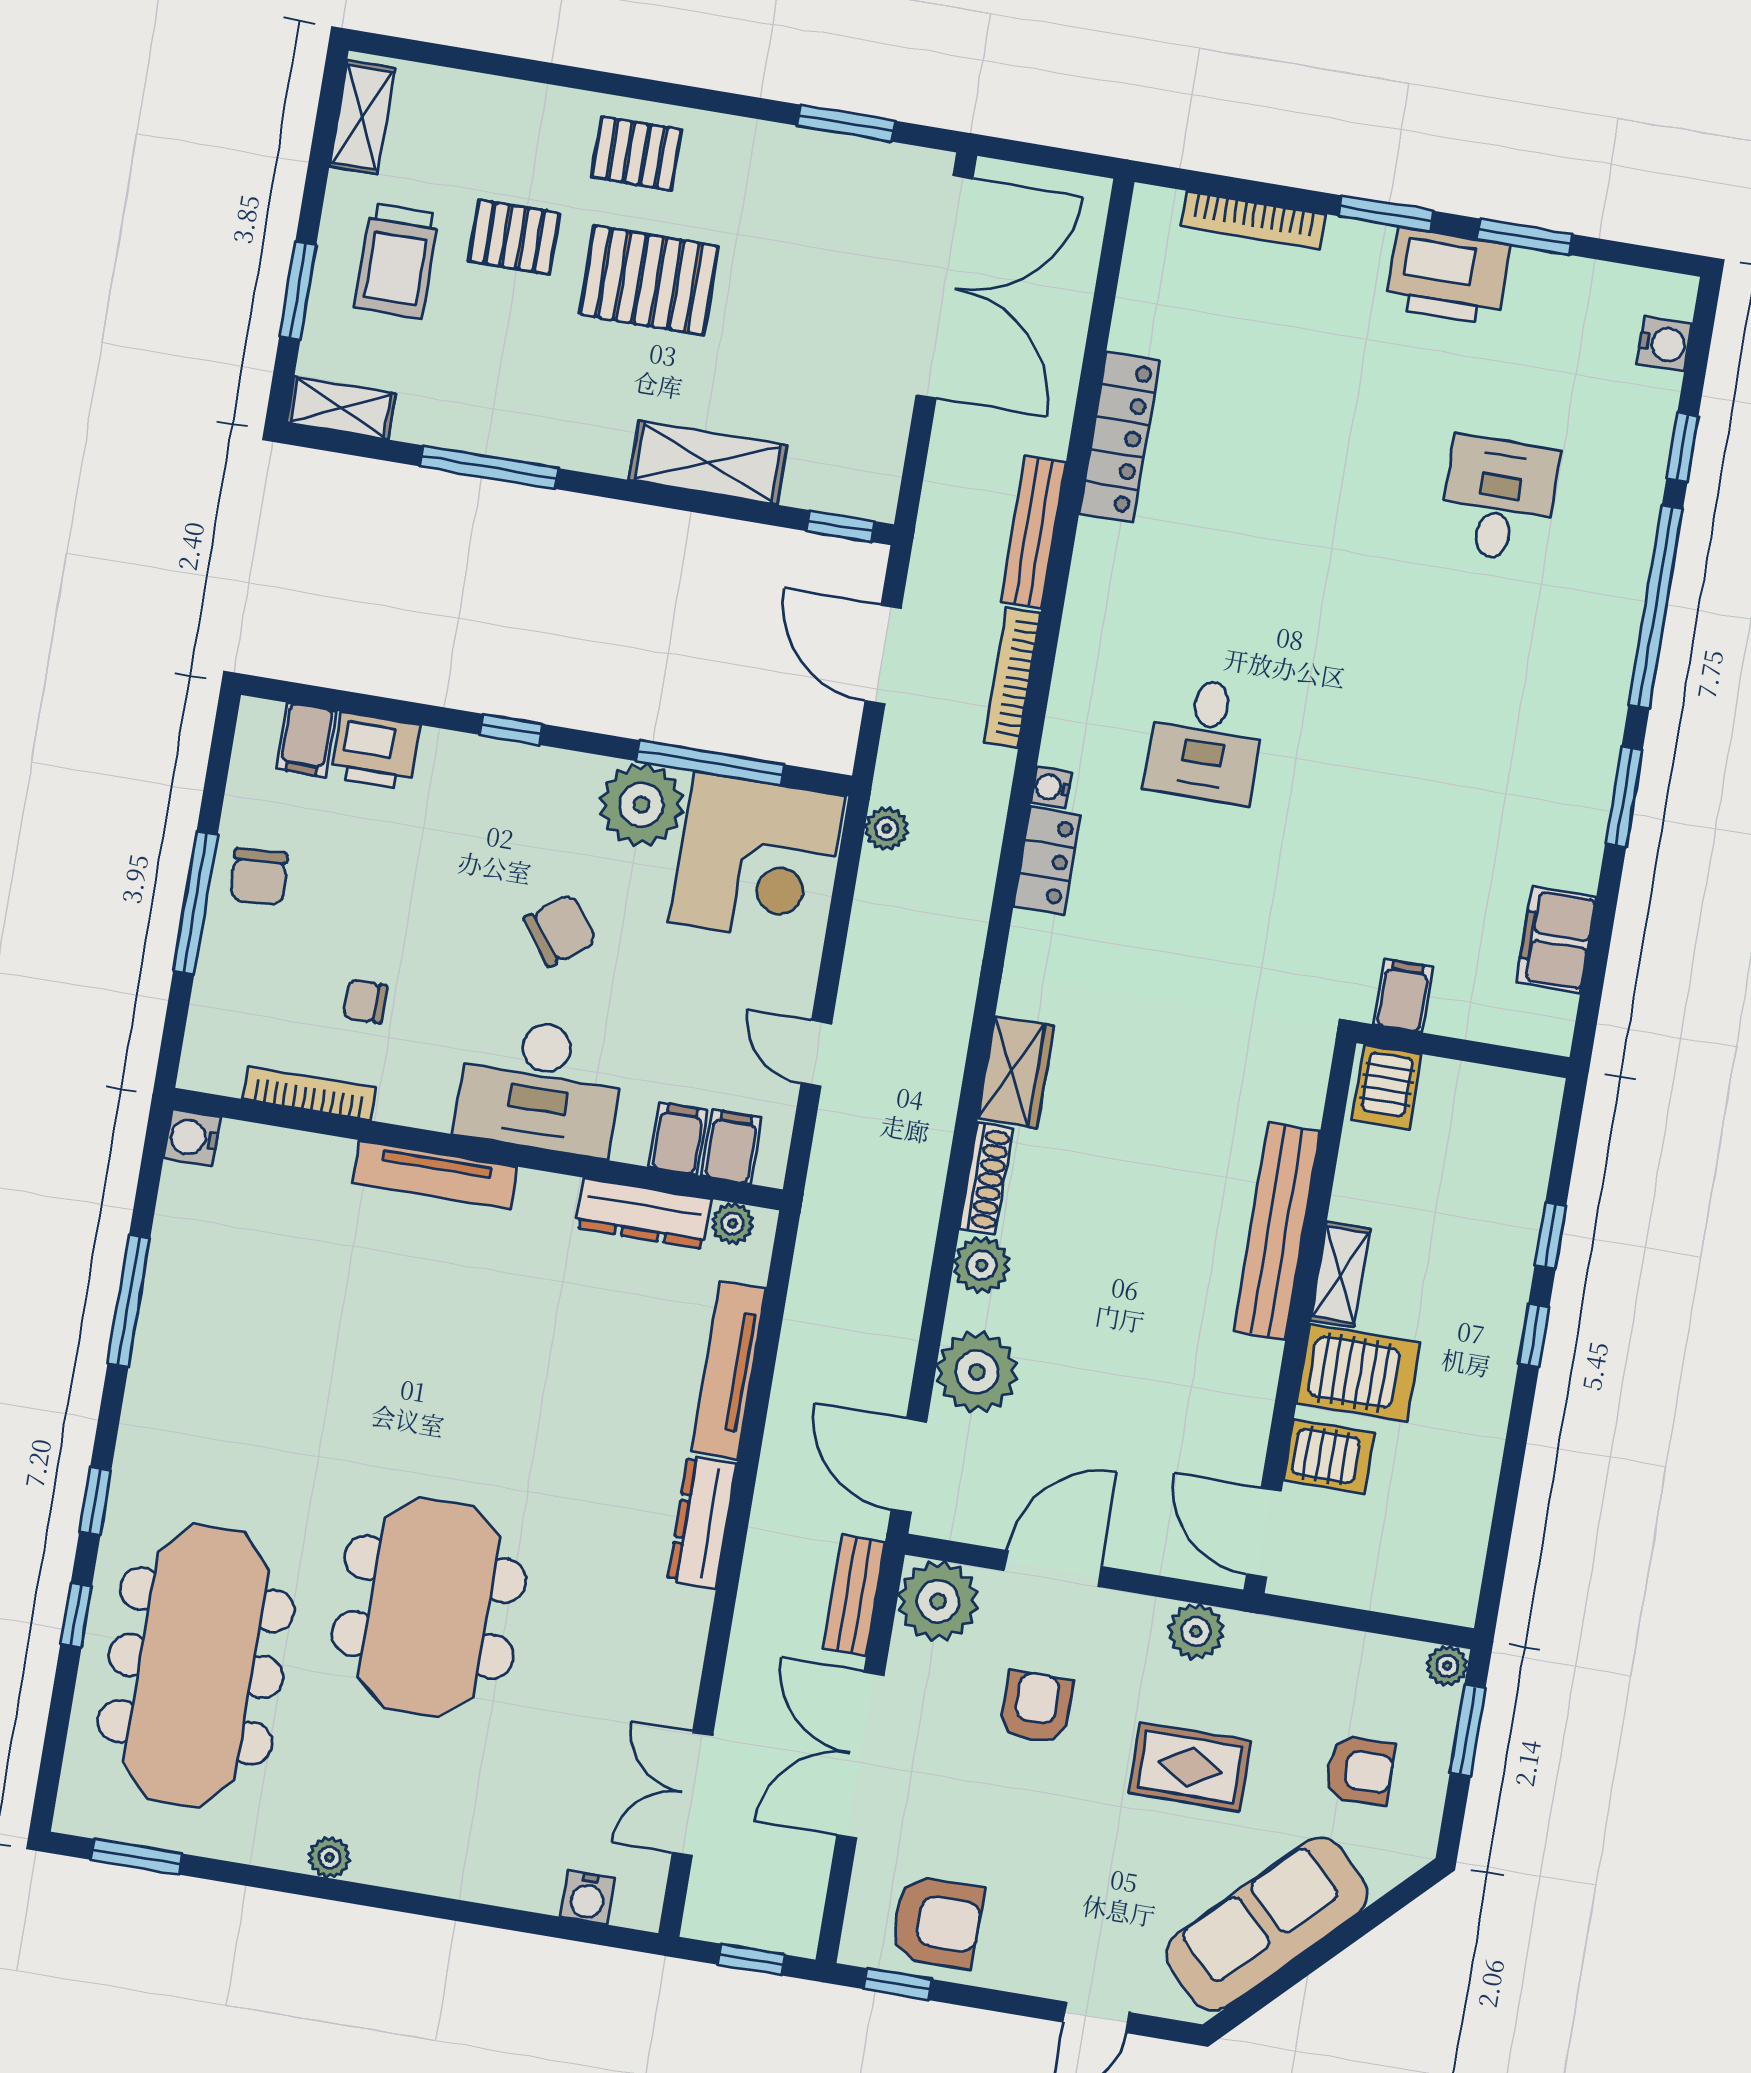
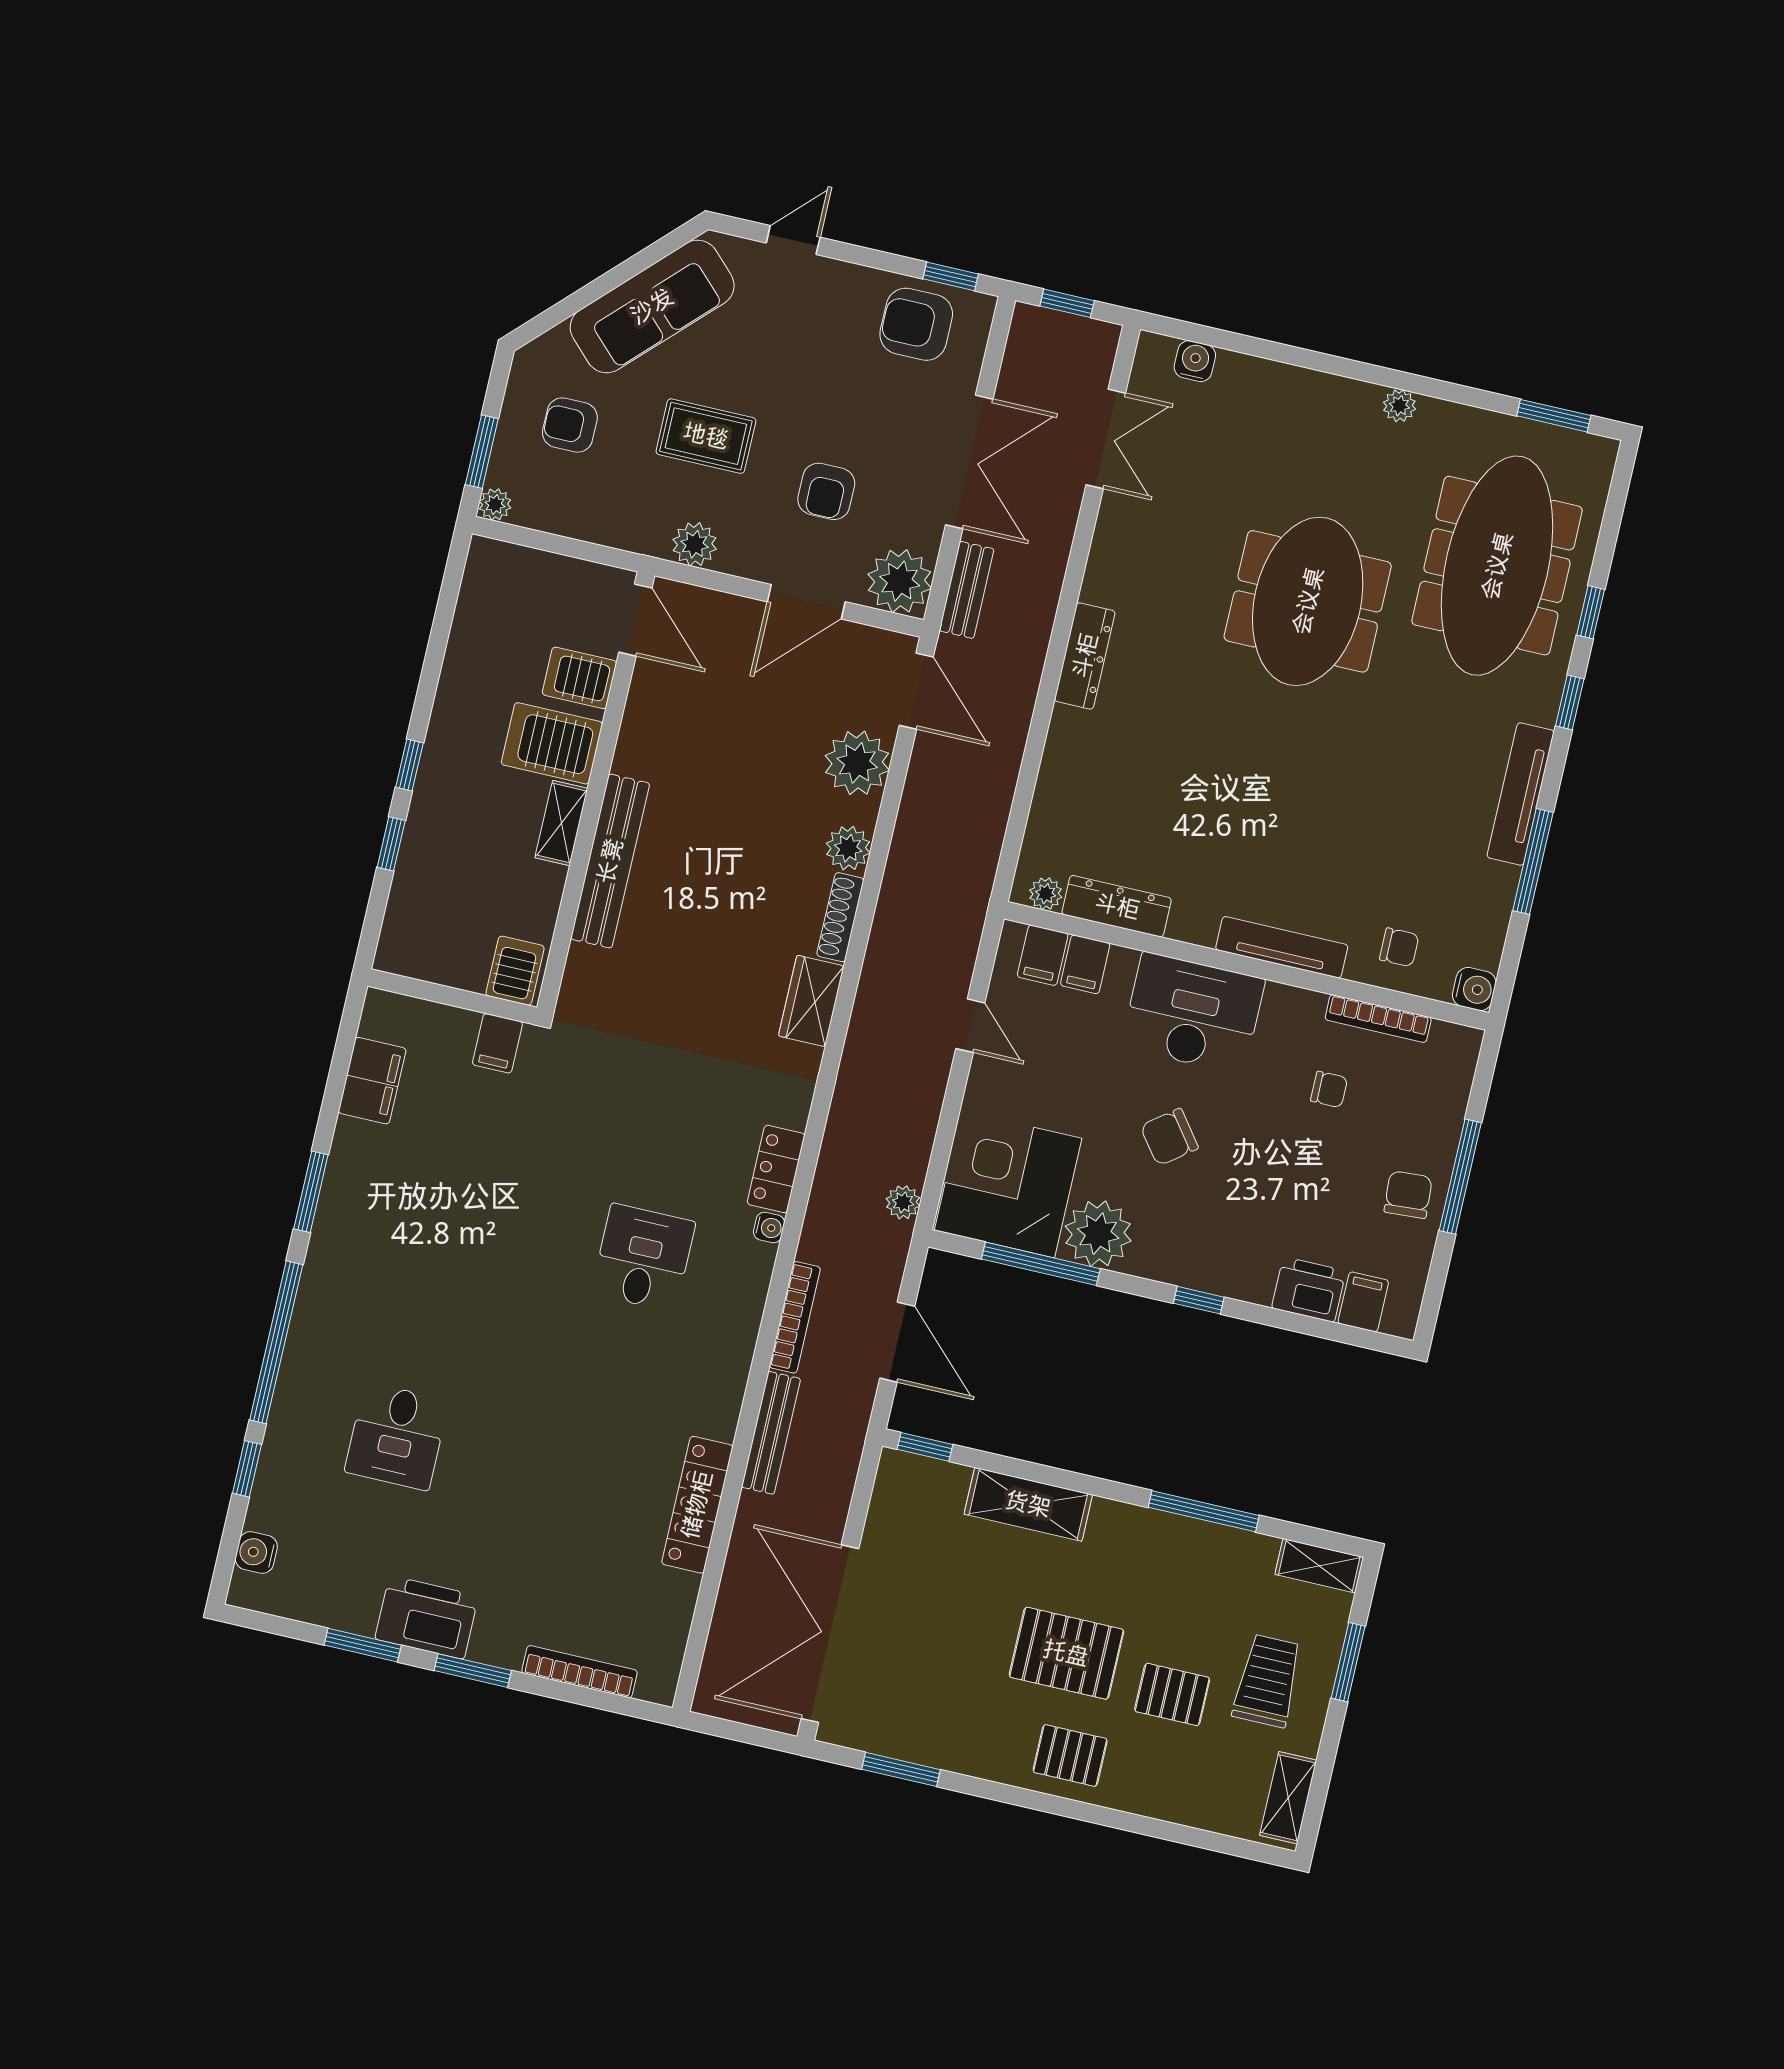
chair: (289, 1184) -> (1399, 947), added
tv unit: (729, 1370) -> (1520, 794), moved, turned 180

